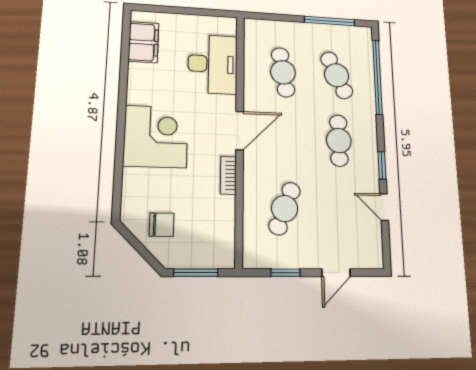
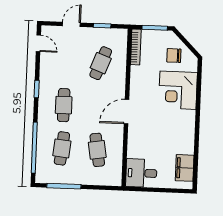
desk: (213, 64) -> (141, 173), moved, width x0.73
cafe table: (337, 75) -> (62, 148), turned 30
corner desk: (156, 137) -> (178, 90), moved
bookcase: (228, 175) -> (136, 47), moved, width x1.56
door: (384, 207) -> (38, 43), moved

